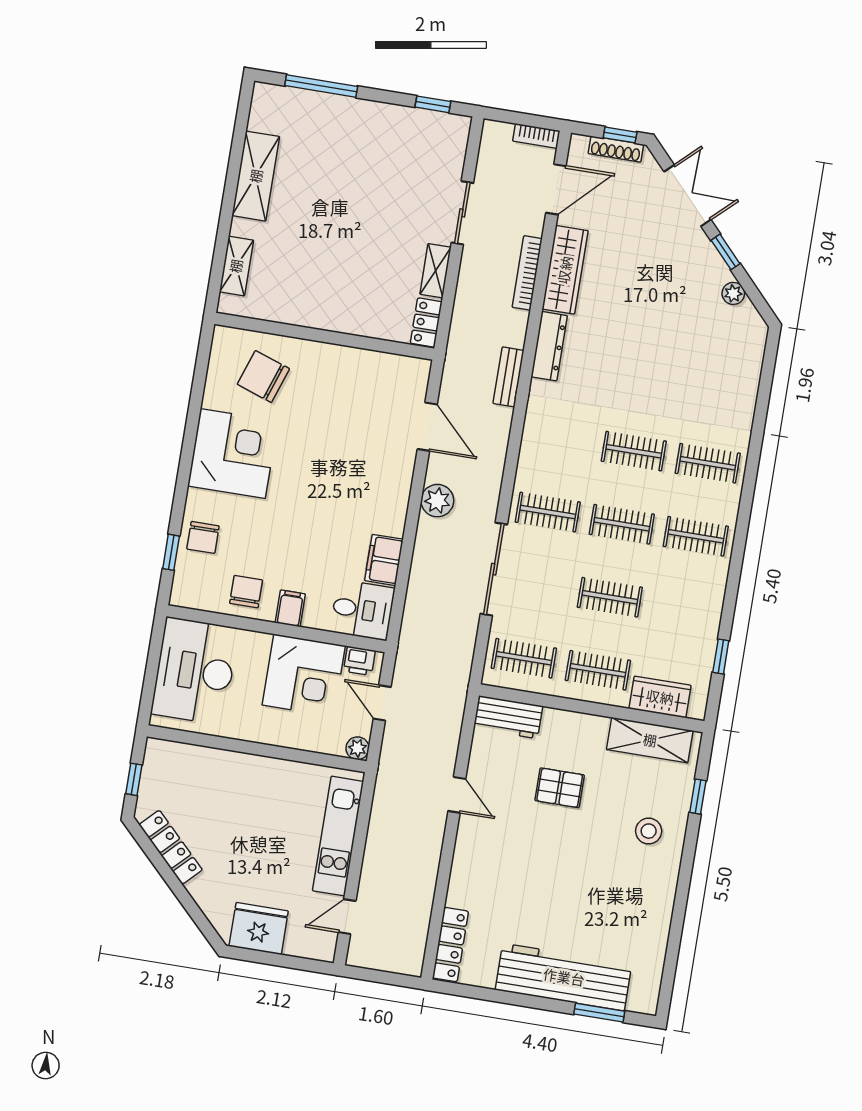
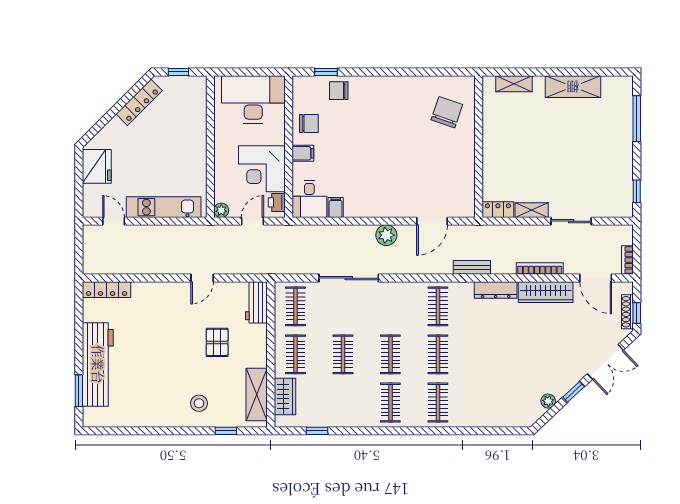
corner desk: (233, 454) -> (395, 101), removed
clothes rail: (548, 512) -> (438, 306), moved
filing cabinet: (384, 560) -> (336, 208), width x0.50

